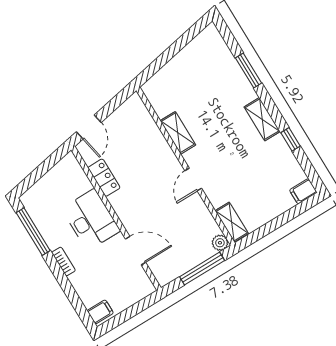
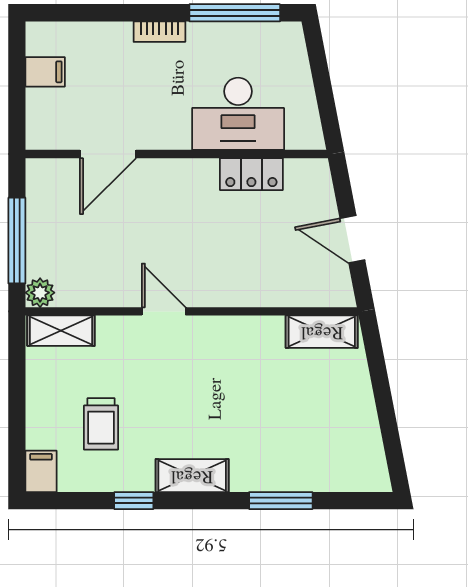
door: (89, 127) -> (352, 239), moved
shelving: (178, 133) -> (322, 332), moved
trolley: (264, 177) -> (101, 424), added
desk: (91, 220) -> (238, 114), moved
filing cabinet: (100, 312) -> (45, 72), moved, turned -90

